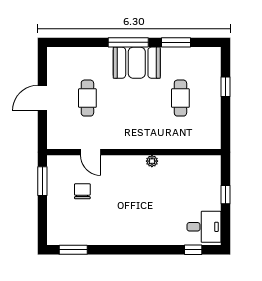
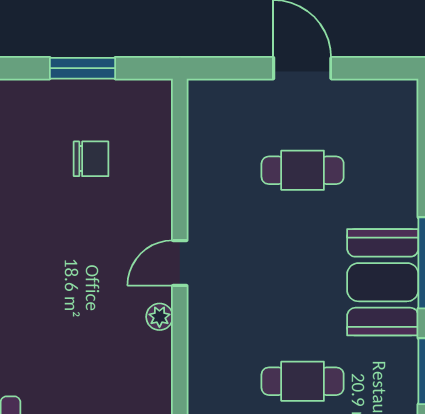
door: (91, 152) -> (180, 263), moved
window: (42, 181) -> (83, 68), moved

